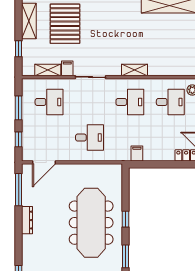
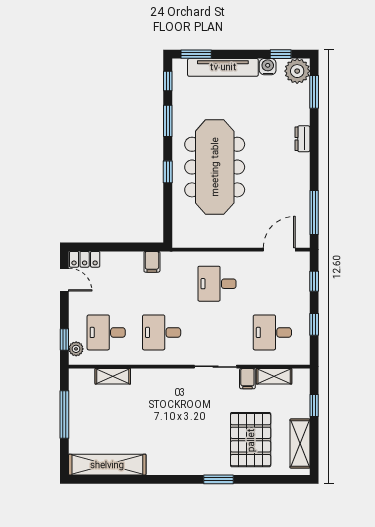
shelving: (135, 70) -> (113, 376), moved
window: (19, 108) -> (314, 324), width x0.67
dresser: (27, 220) -> (302, 139), moved, width x0.70

